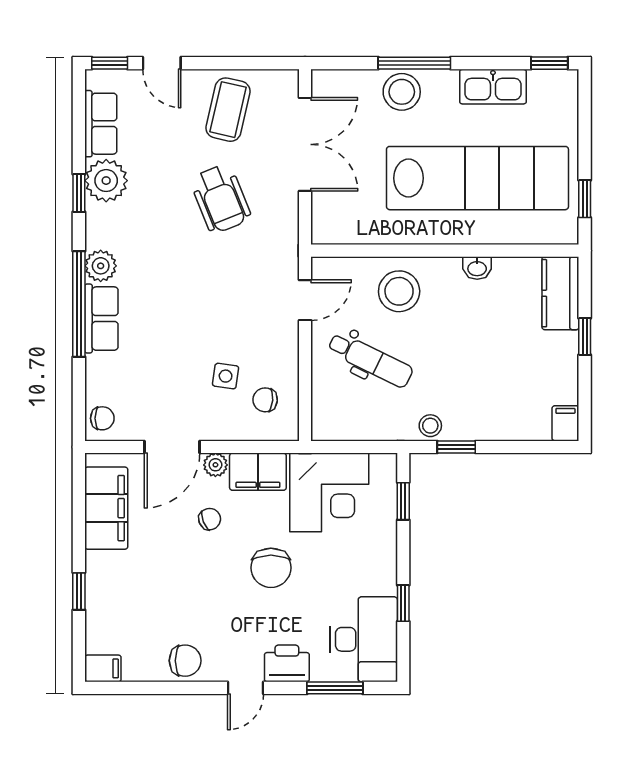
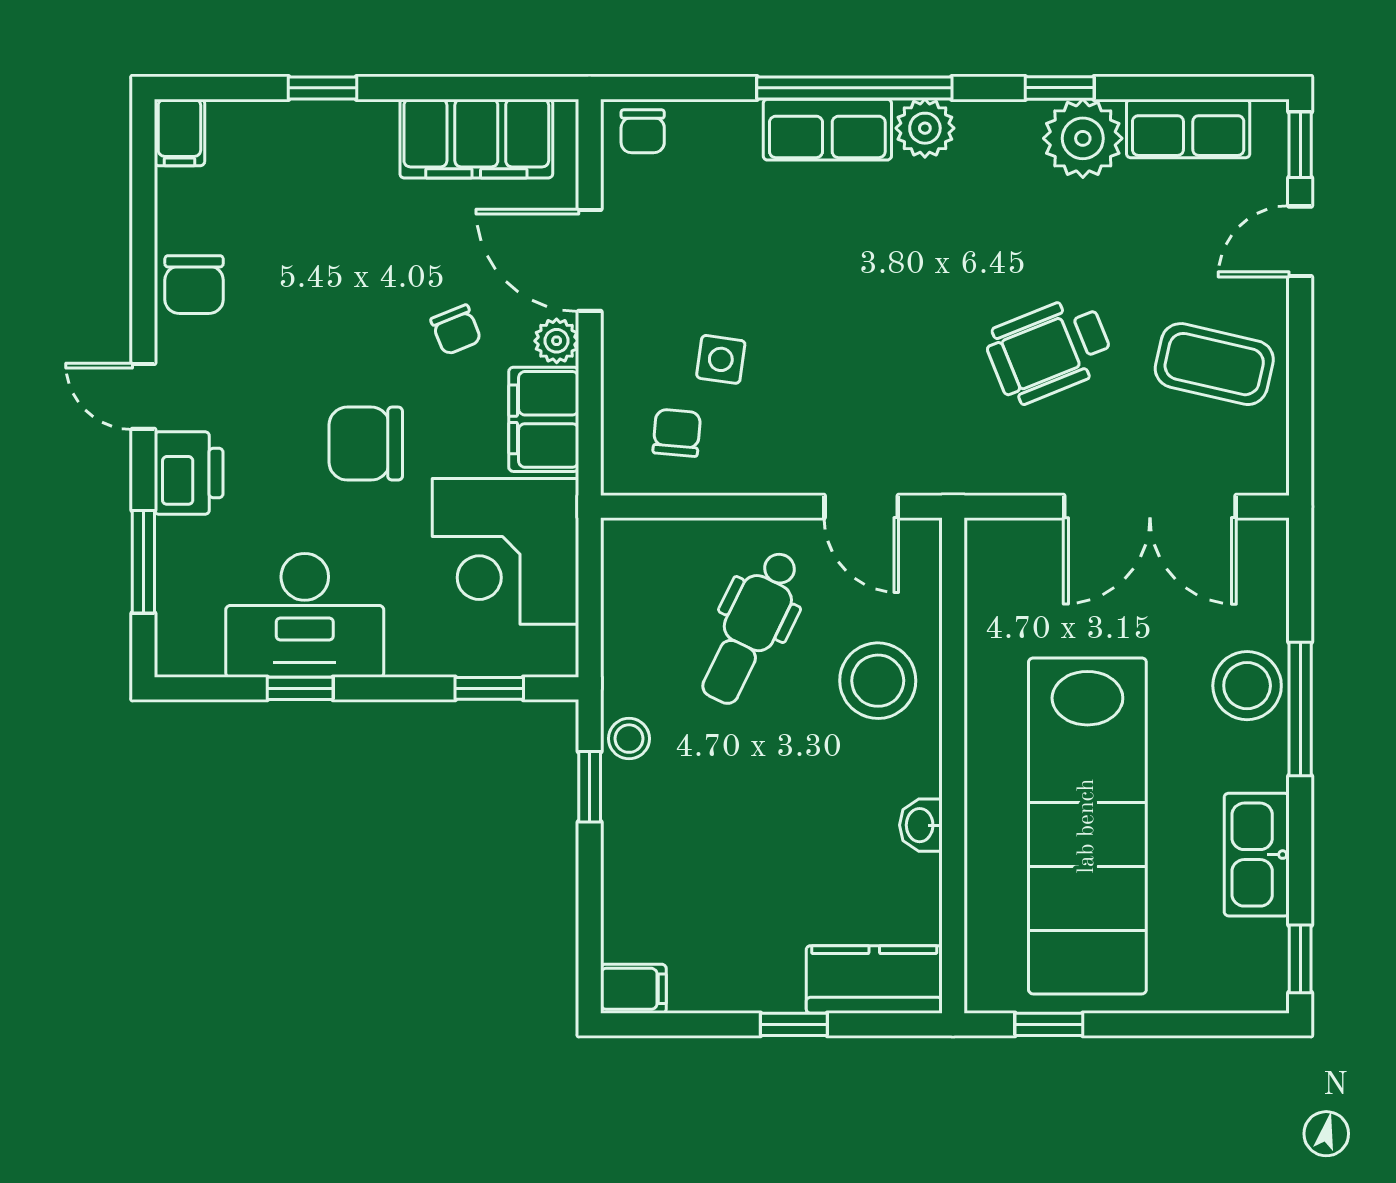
desk: (364, 639) -> (305, 615), moved

